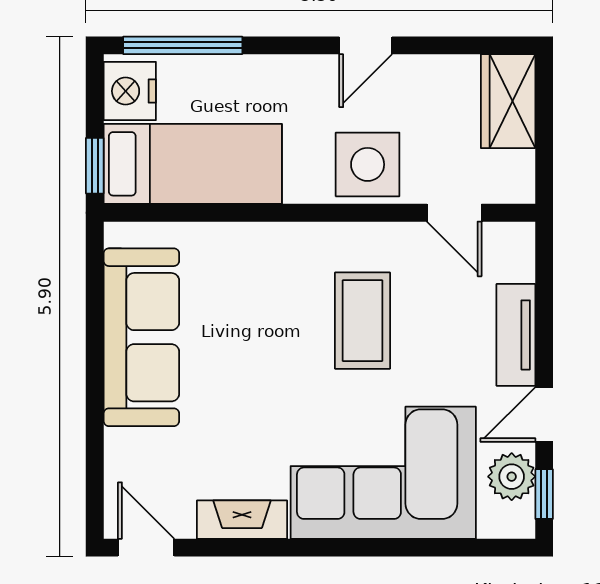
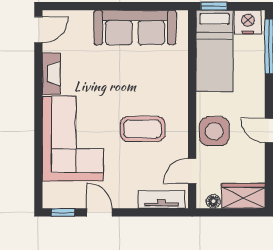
floor lamp: (520, 167) -> (213, 201), added
tv unit: (516, 335) -> (161, 199), moved
plant: (512, 477) -> (71, 197), removed

